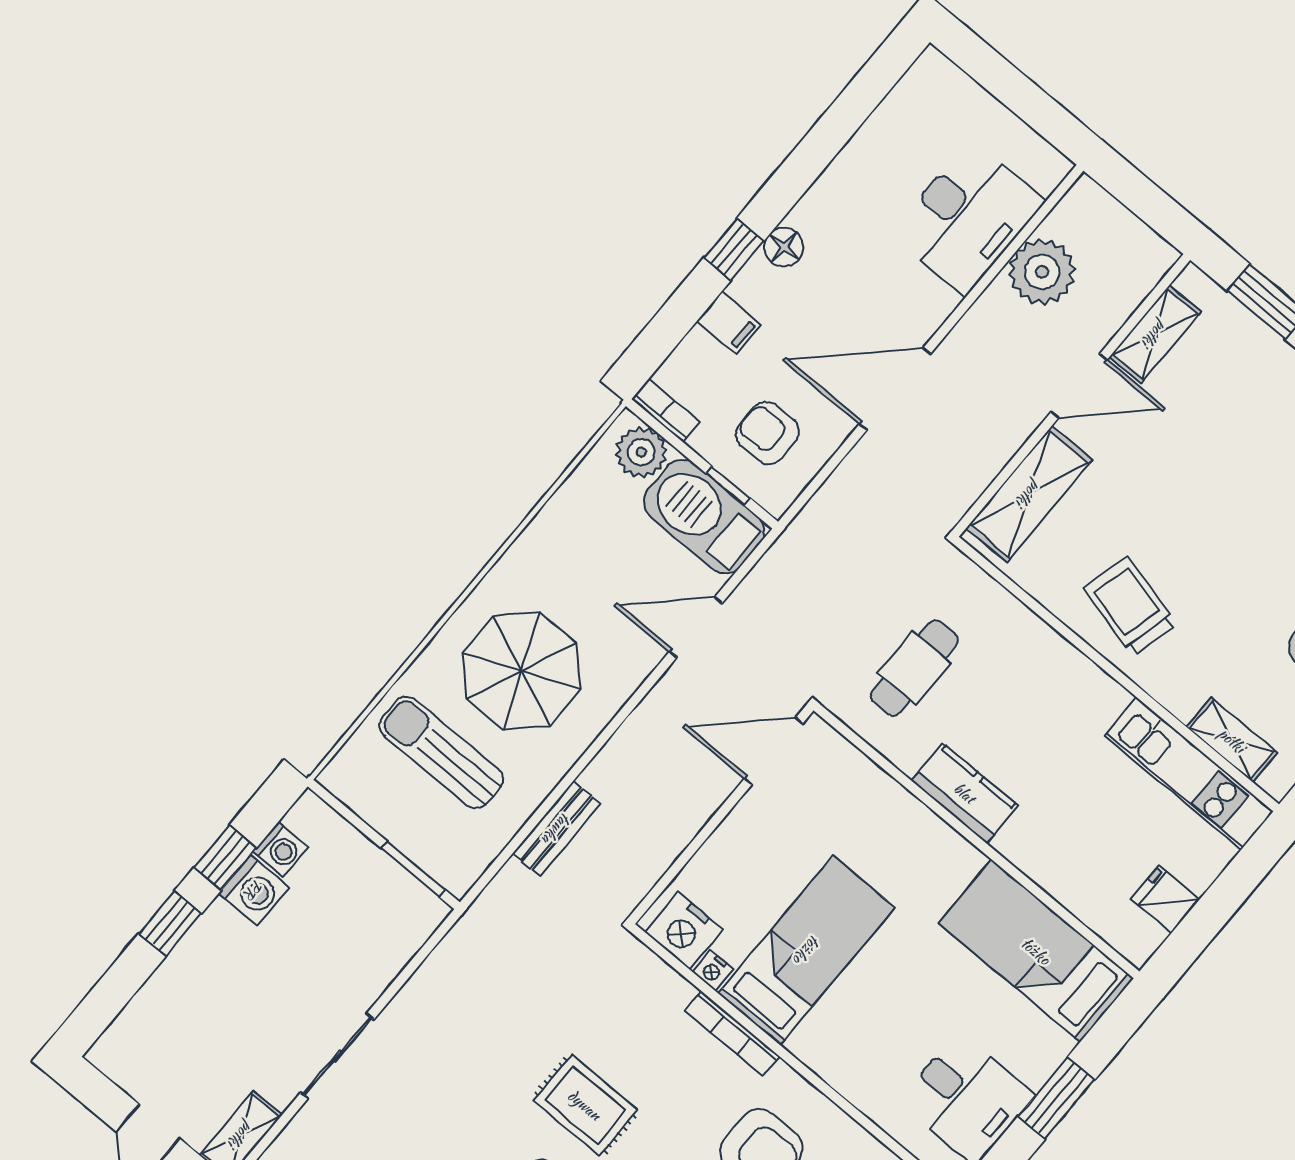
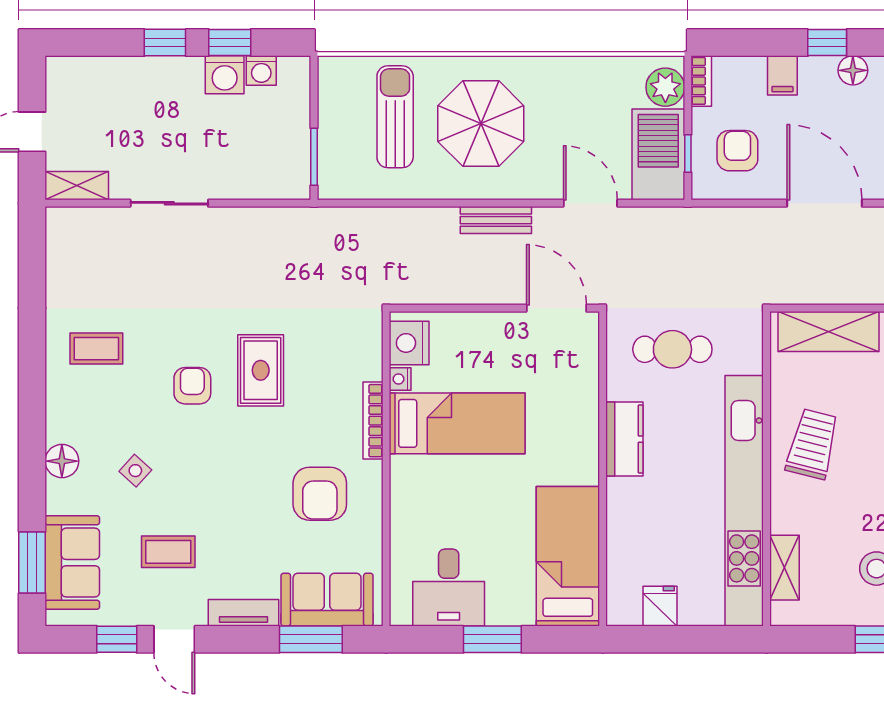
kitchen unit: (1189, 773) -> (744, 501), width x1.86
bench: (557, 829) -> (496, 220), moved

